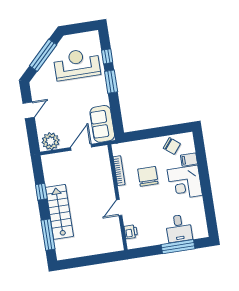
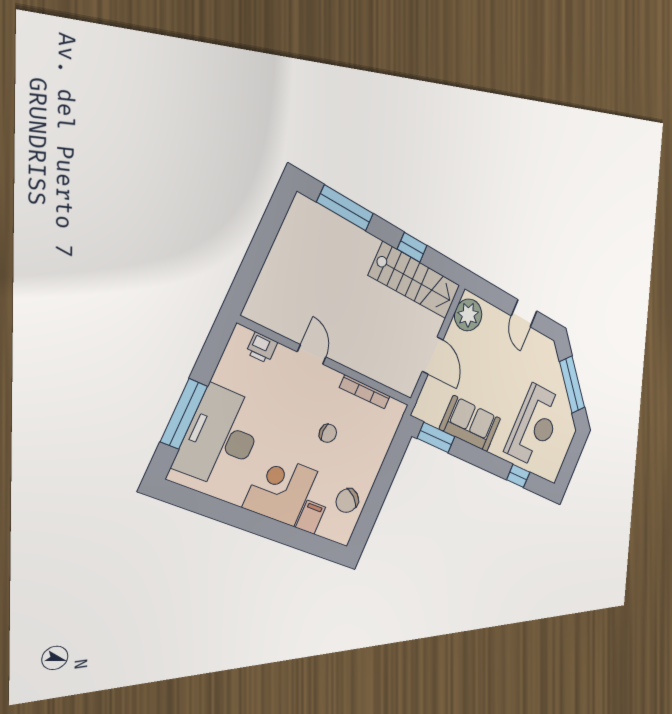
window: (111, 82) -> (436, 438), moved
sofa: (102, 124) -> (470, 424), moved
chair: (148, 176) -> (328, 433), width x0.54, depth x0.54
stairs: (59, 212) -> (415, 280), moved
desk: (179, 228) -> (221, 437), width x1.87, depth x1.30

